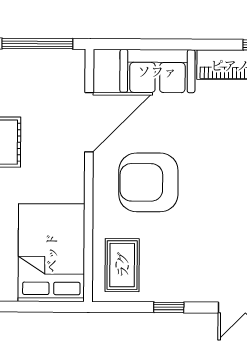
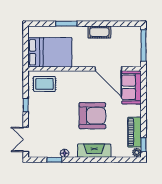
sofa: (157, 71) -> (132, 87), moved
armchair: (148, 182) -> (92, 116), moved, turned 90

